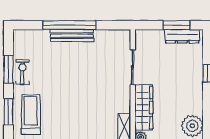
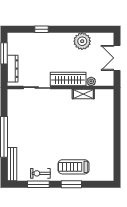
bench: (72, 36) -> (12, 164), moved
dresser: (182, 36) -> (13, 69), moved

